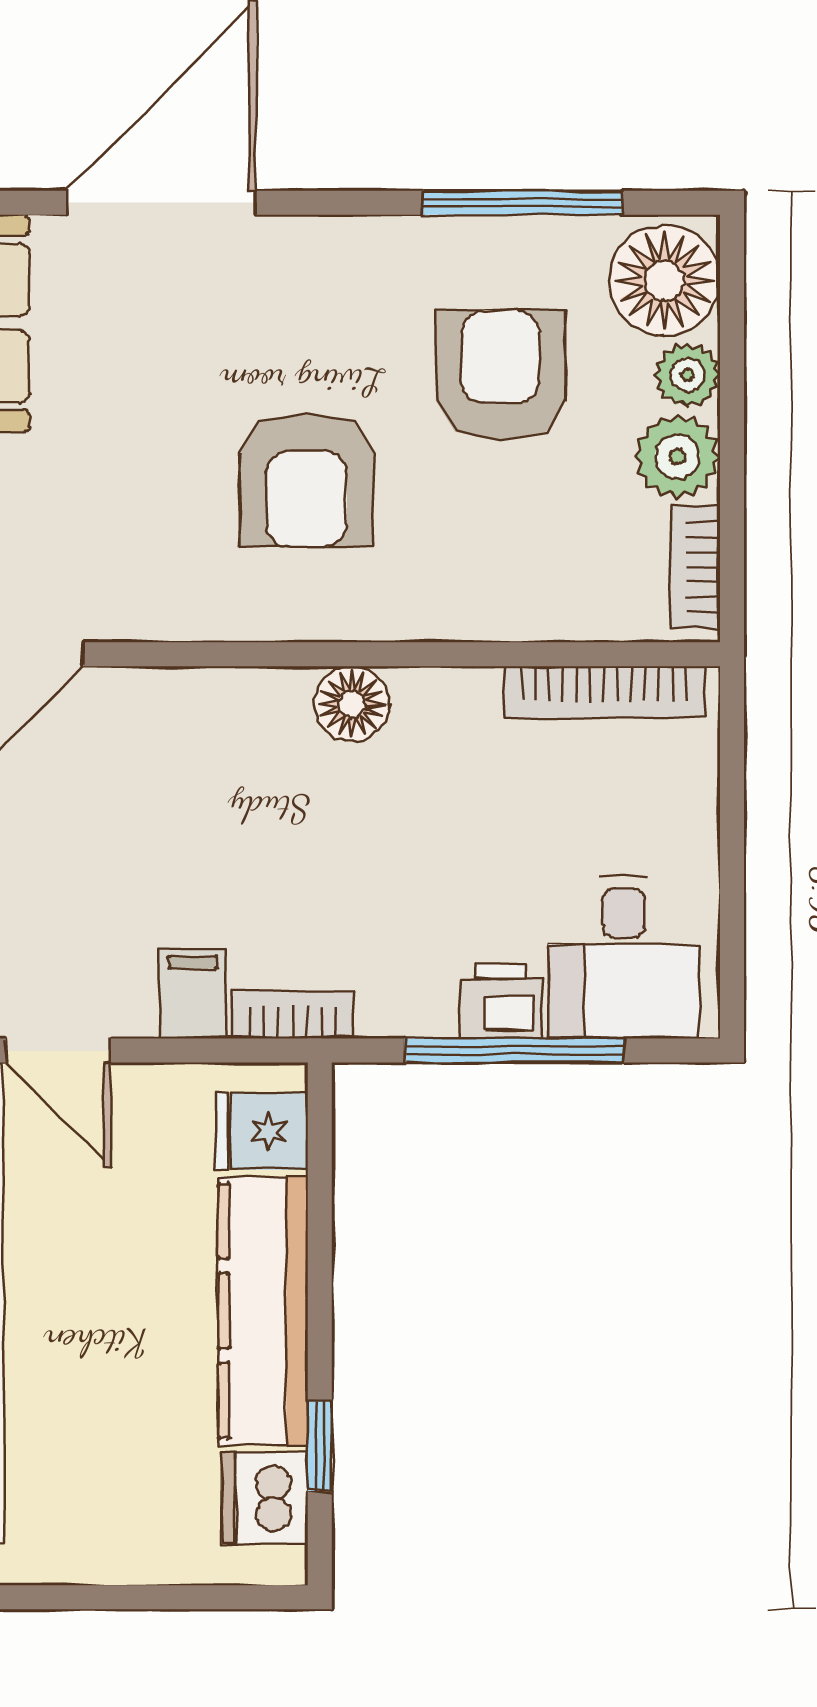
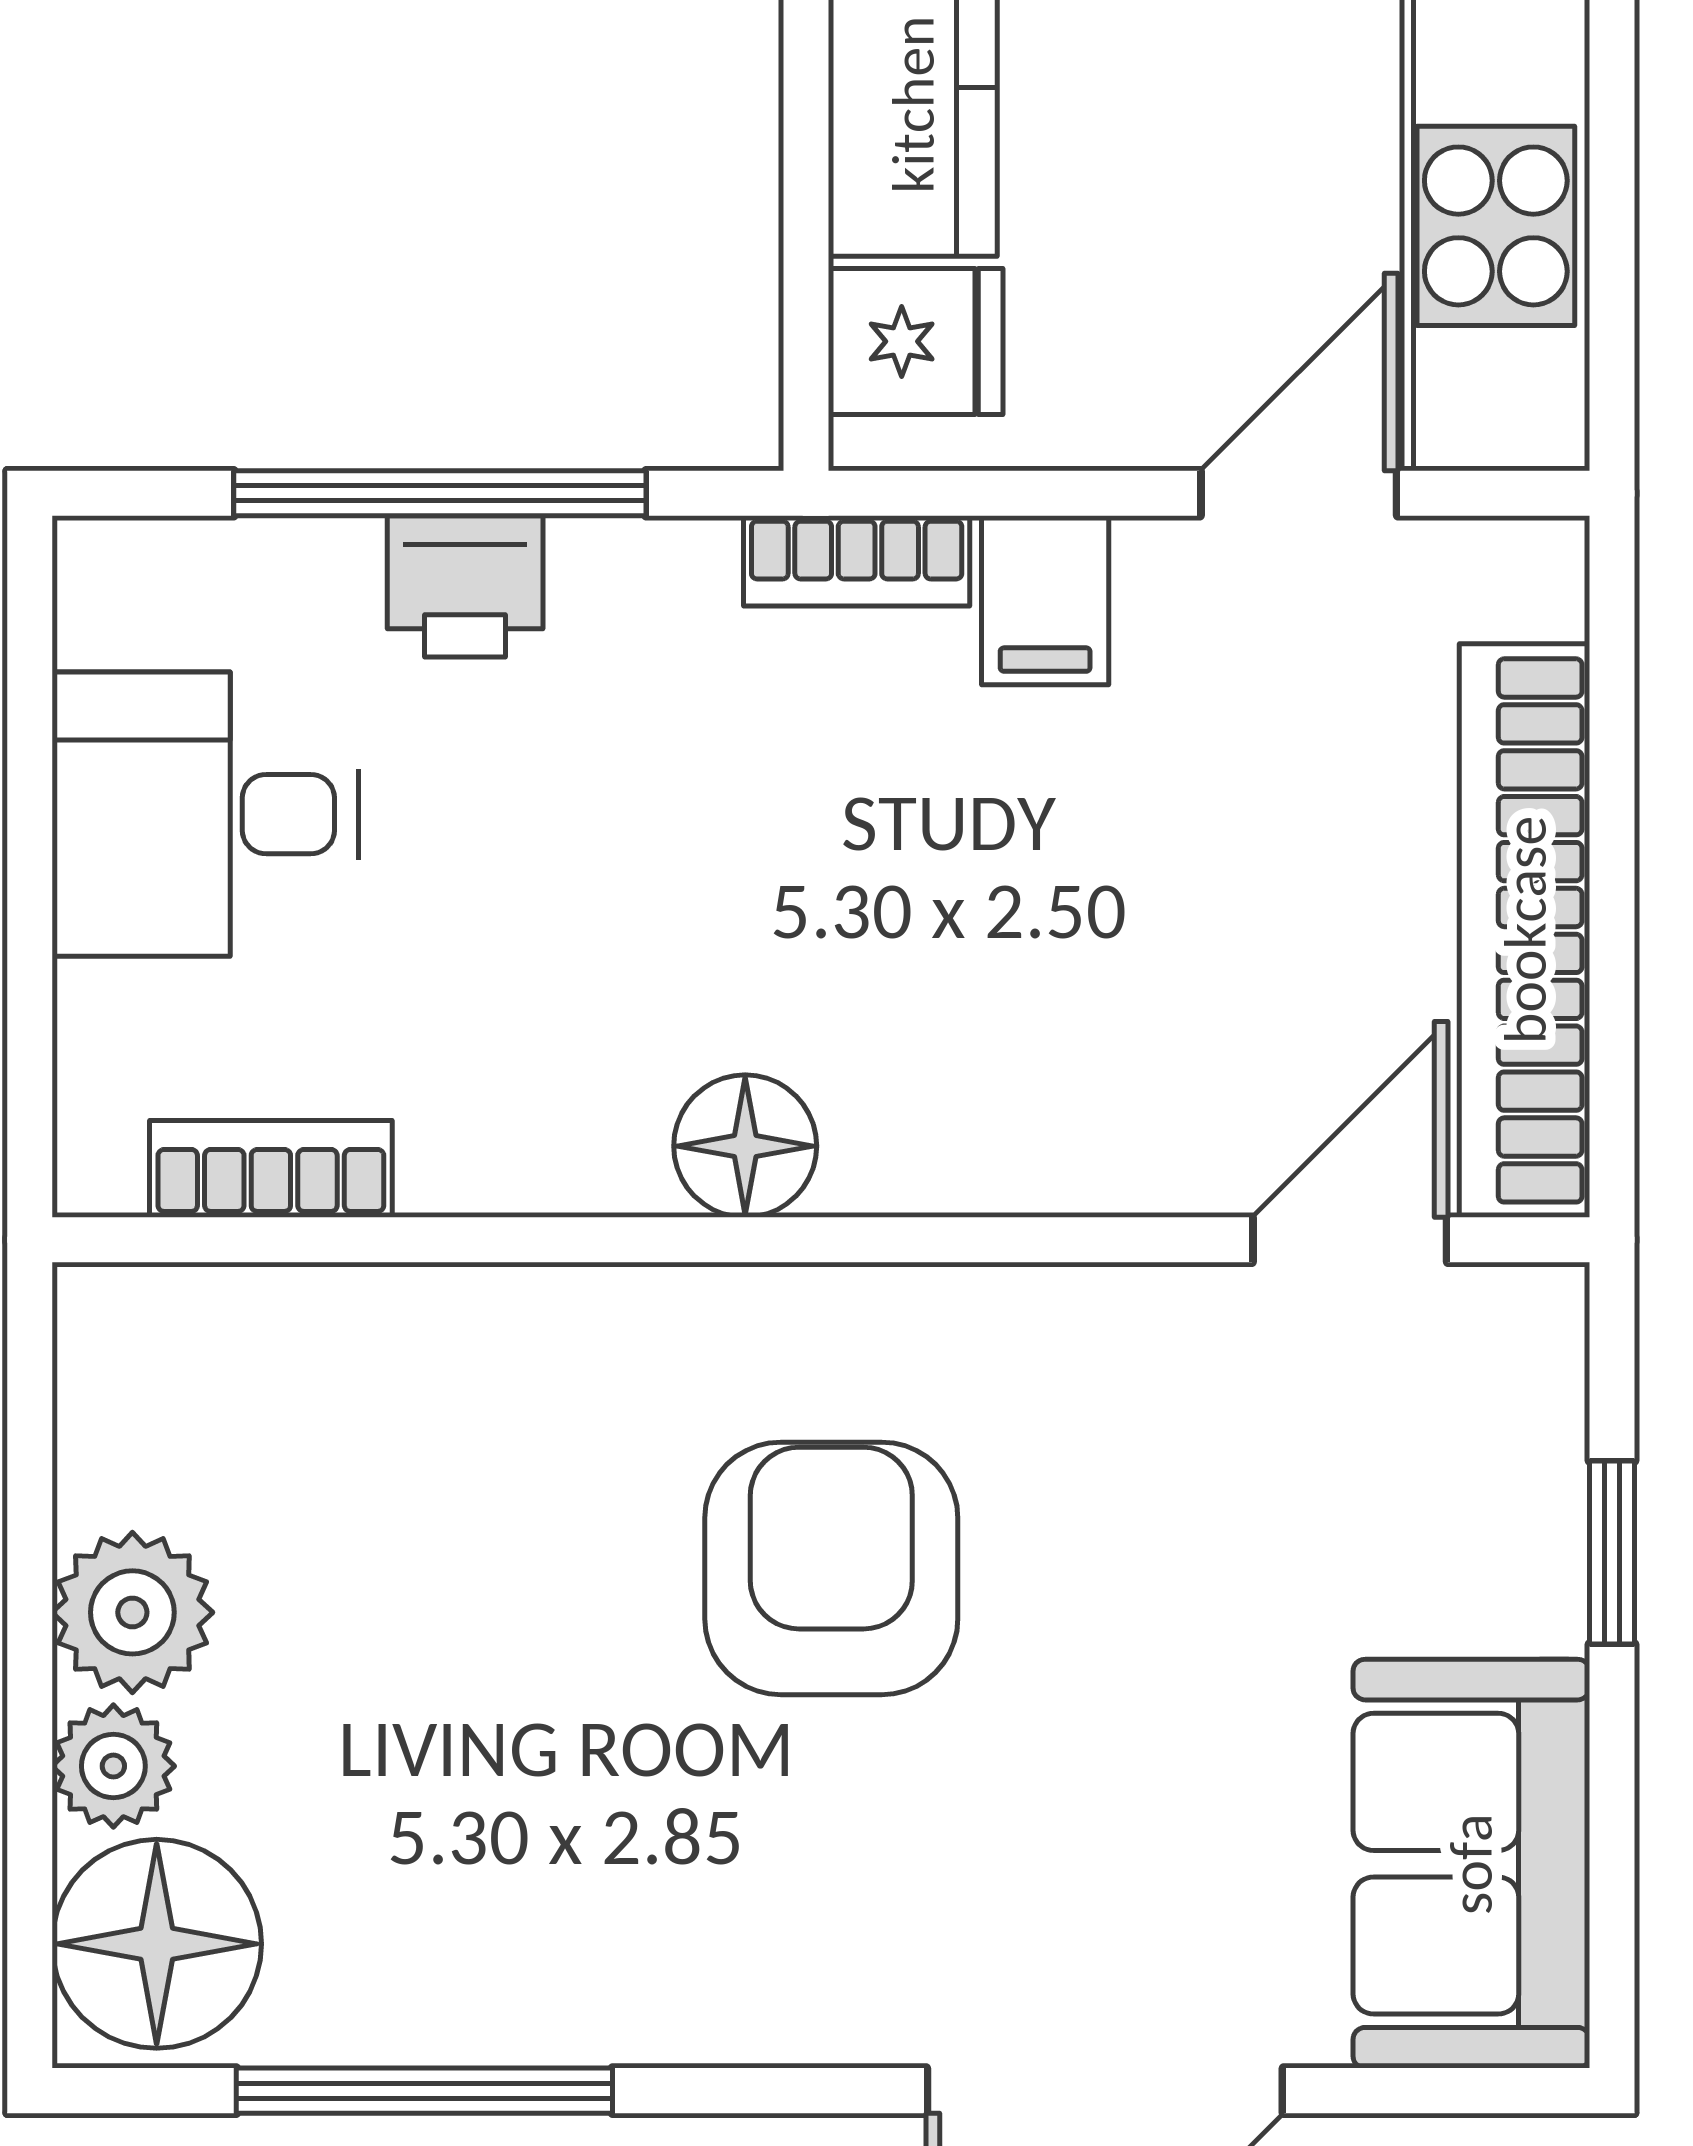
armchair: (501, 375) -> (466, 1766), removed
bookcase: (695, 567) -> (99, 1404), removed
bookcase: (604, 692) -> (271, 1169), width x0.64
desk: (624, 957) -> (206, 814), moved, turned -90
door: (58, 1051) -> (1299, 493), hinge flipped

